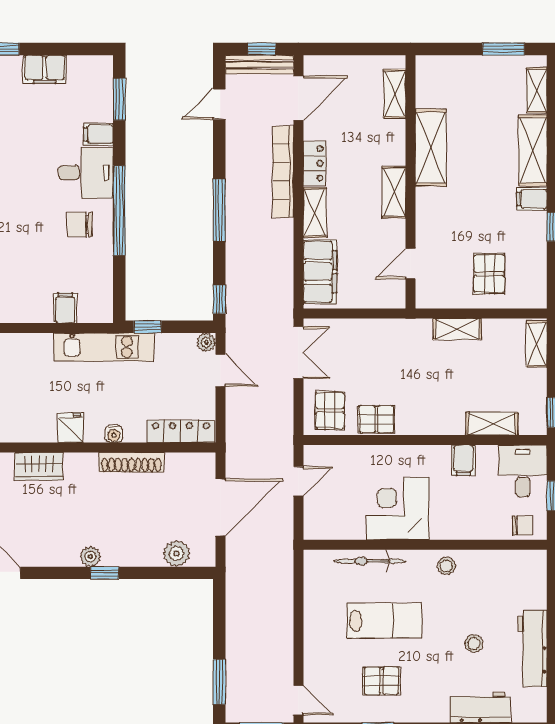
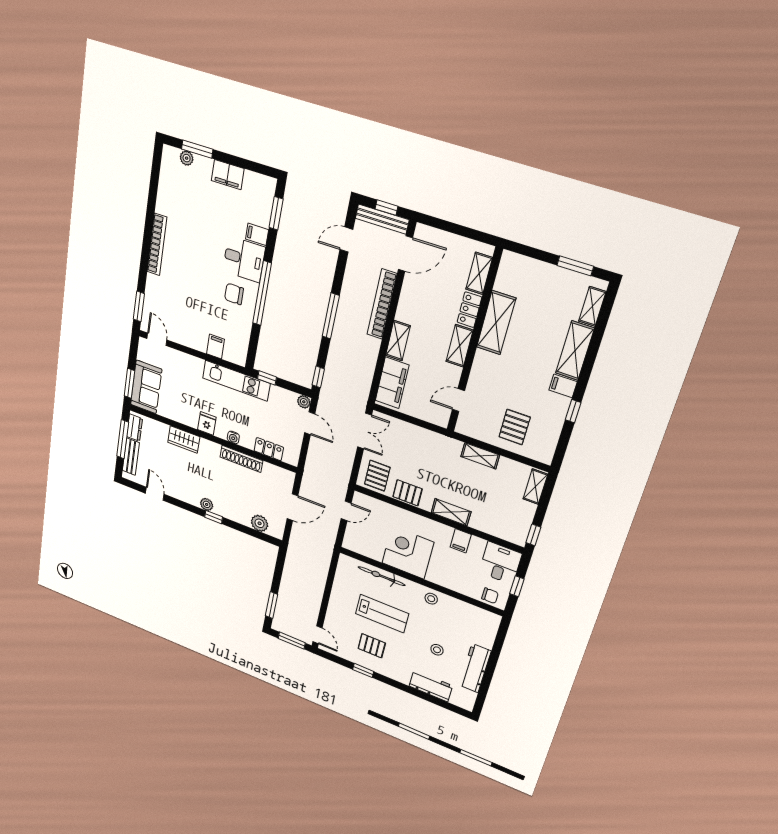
locker: (314, 163) -> (469, 310), moved, turned 180
shelving: (492, 424) -> (451, 512), moved
locker: (181, 431) -> (269, 449), width x0.66
door: (220, 507) -> (292, 507), width x0.73

